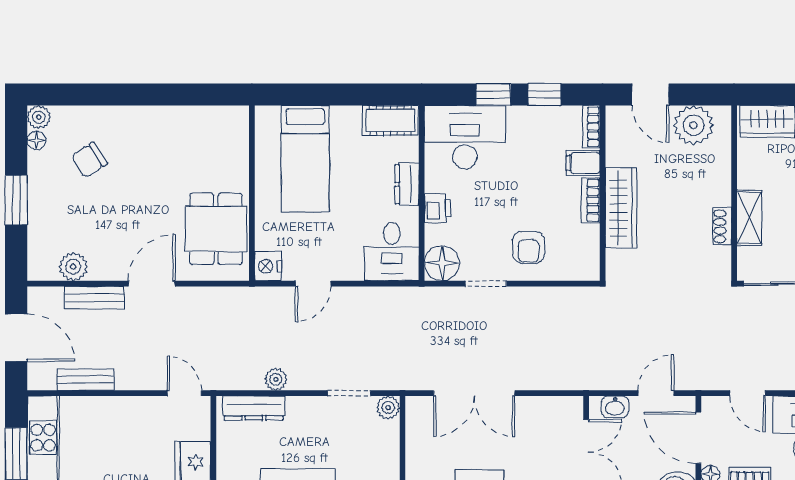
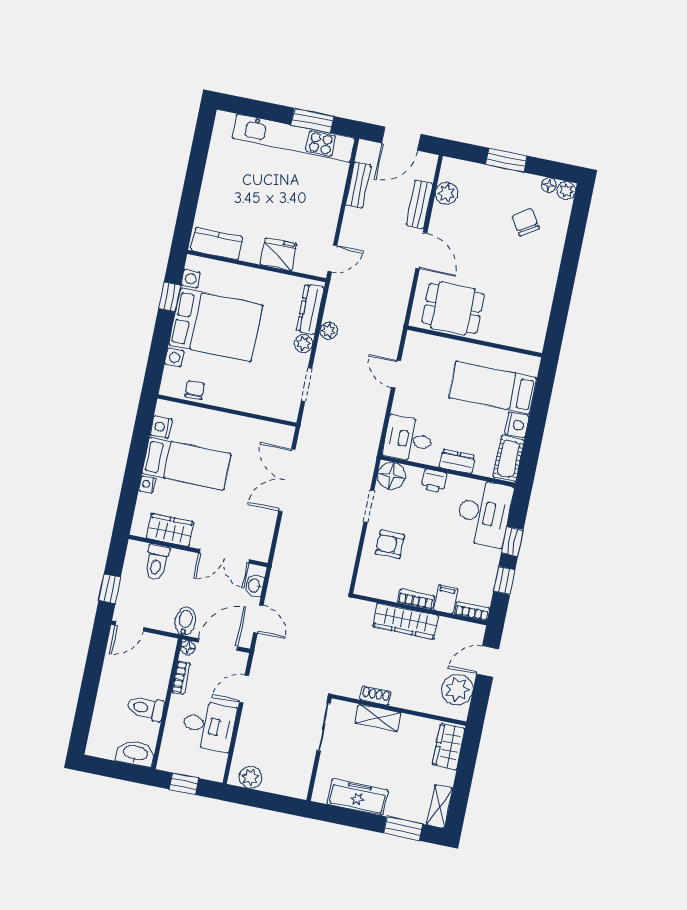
nightstand: (268, 266) -> (517, 425), moved, turned 90
plant: (388, 408) -> (304, 344), moved

